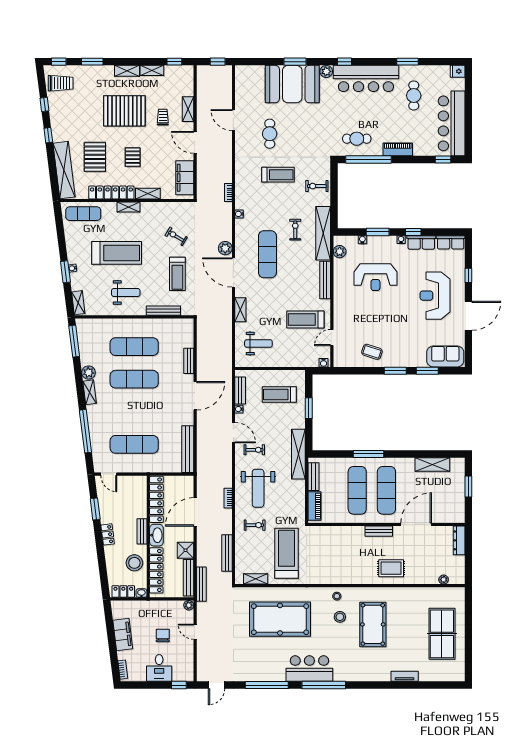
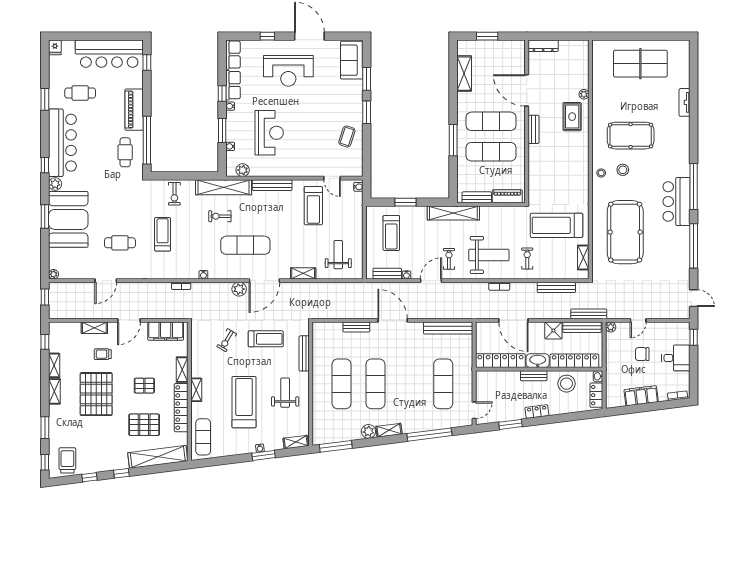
plant: (240, 70) -> (53, 274), added
piano: (398, 149) -> (134, 110), width x1.37, depth x1.33
plant: (444, 580) -> (584, 94), moved

